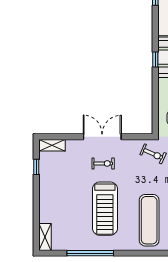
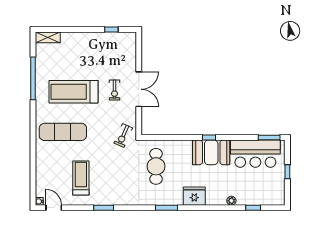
shelving: (52, 145) -> (131, 44), removed

